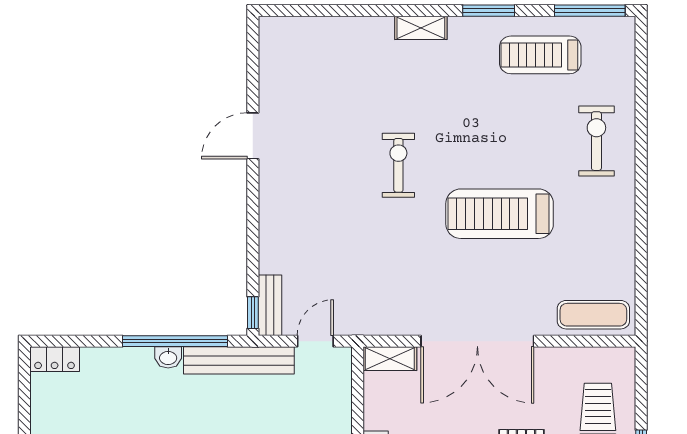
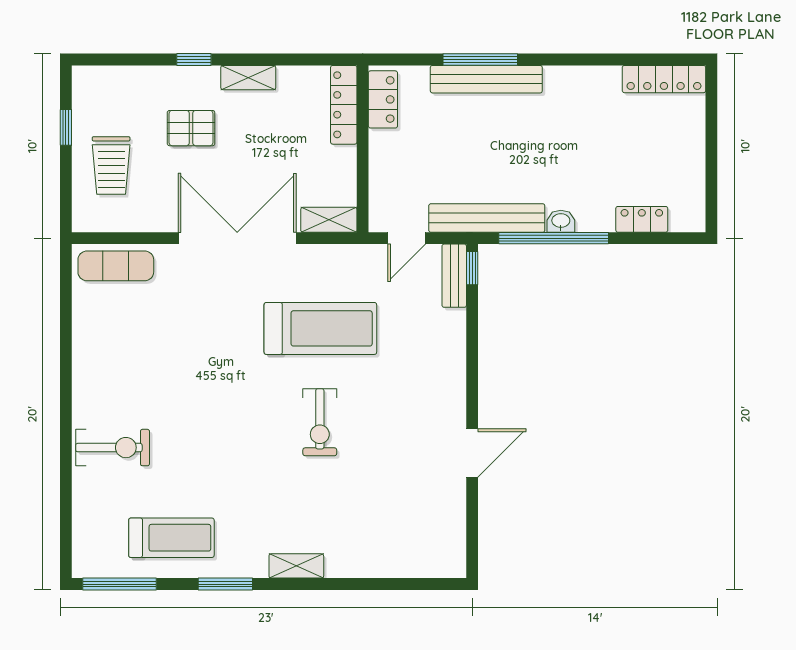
exercise bike: (596, 141) -> (113, 448), turned -90
treadmill: (500, 214) -> (320, 328), moved
locker: (55, 359) -> (642, 219), moved

